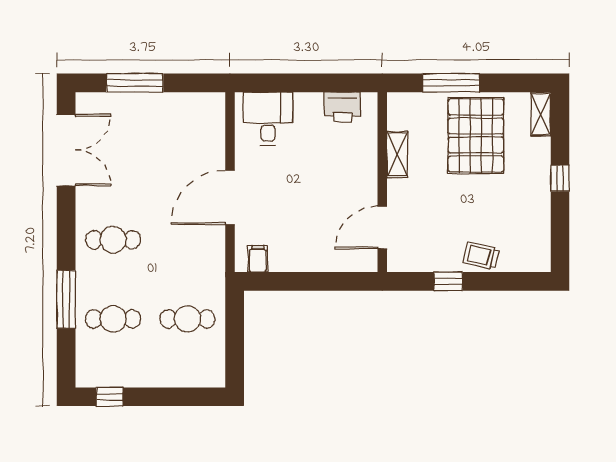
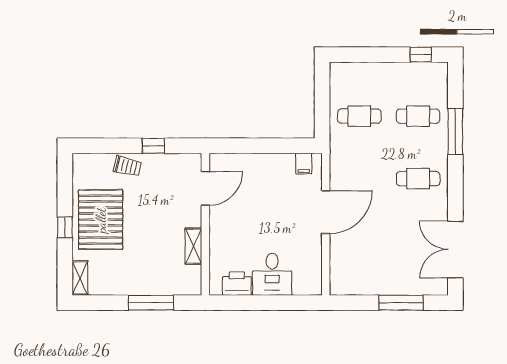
desk: (268, 119) -> (272, 274), moved
pallet: (476, 136) -> (101, 220), moved

